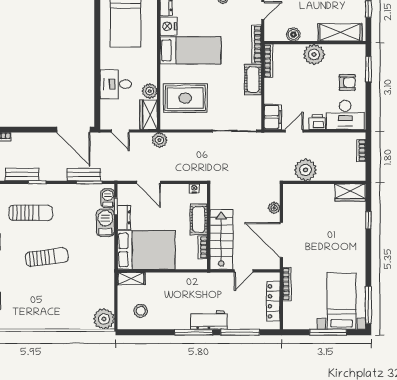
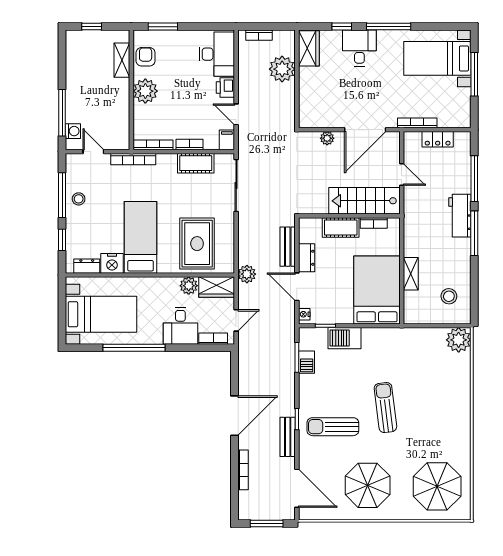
shelving: (340, 32) -> (122, 60), width x0.67, depth x0.75
boiler: (293, 35) -> (122, 115), removed
window: (97, 45) -> (134, 348), added
cot: (253, 80) -> (196, 163), moved
armchair: (347, 82) -> (146, 57), moved
bookcase: (269, 92) -> (190, 145), added
bookcase: (105, 112) -> (213, 339), added
filing cabinet: (273, 117) -> (227, 140), width x0.50
door: (73, 130) -> (234, 416), moved
plant: (305, 170) -> (282, 69), moved
bench: (84, 175) -> (288, 247), moved
door: (149, 182) -> (297, 287), swing flipped
nightstand: (194, 189) -> (304, 314), moved
barbecue: (108, 198) -> (307, 362), moved, turned -90
sun lounger: (31, 213) -> (333, 427), turned -90
dresser: (124, 217) -> (307, 258), moved, turned 90
desk: (350, 235) -> (359, 48), added
shelving: (131, 279) -> (411, 274), moved
locker: (273, 301) -> (438, 139), width x0.66
window: (368, 305) -> (389, 27), moved

